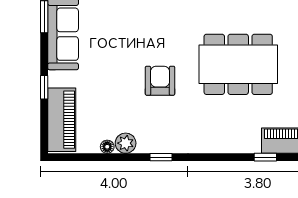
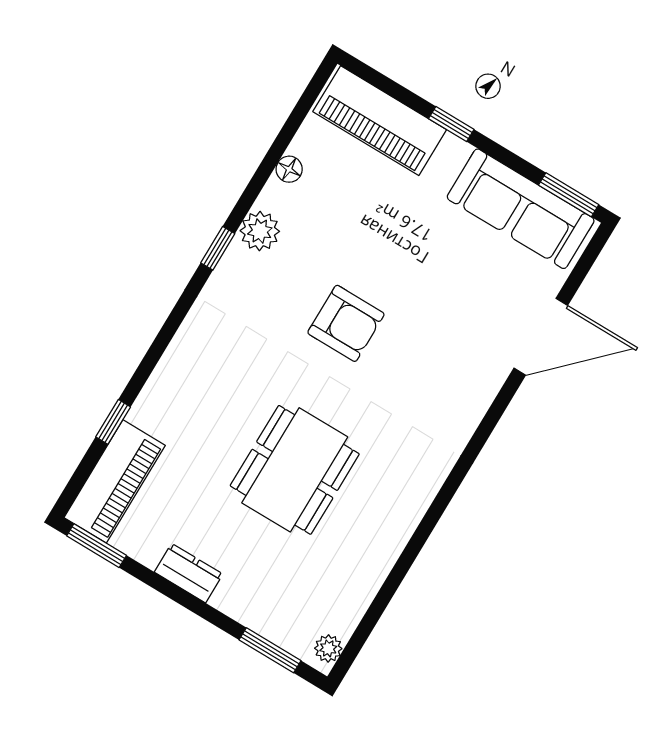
dining table: (238, 64) -> (295, 470), width x0.73, depth x0.80
plant: (126, 143) -> (260, 231), moved

